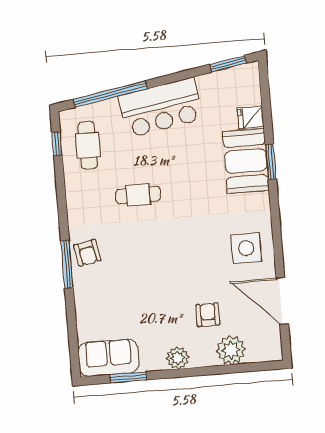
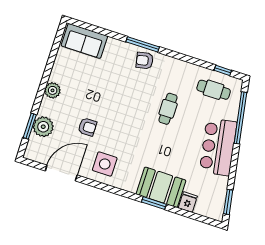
armchair: (208, 315) -> (87, 127), moved
sofa: (108, 358) -> (84, 41), moved, turned 90
window: (128, 377) -> (30, 126), moved

